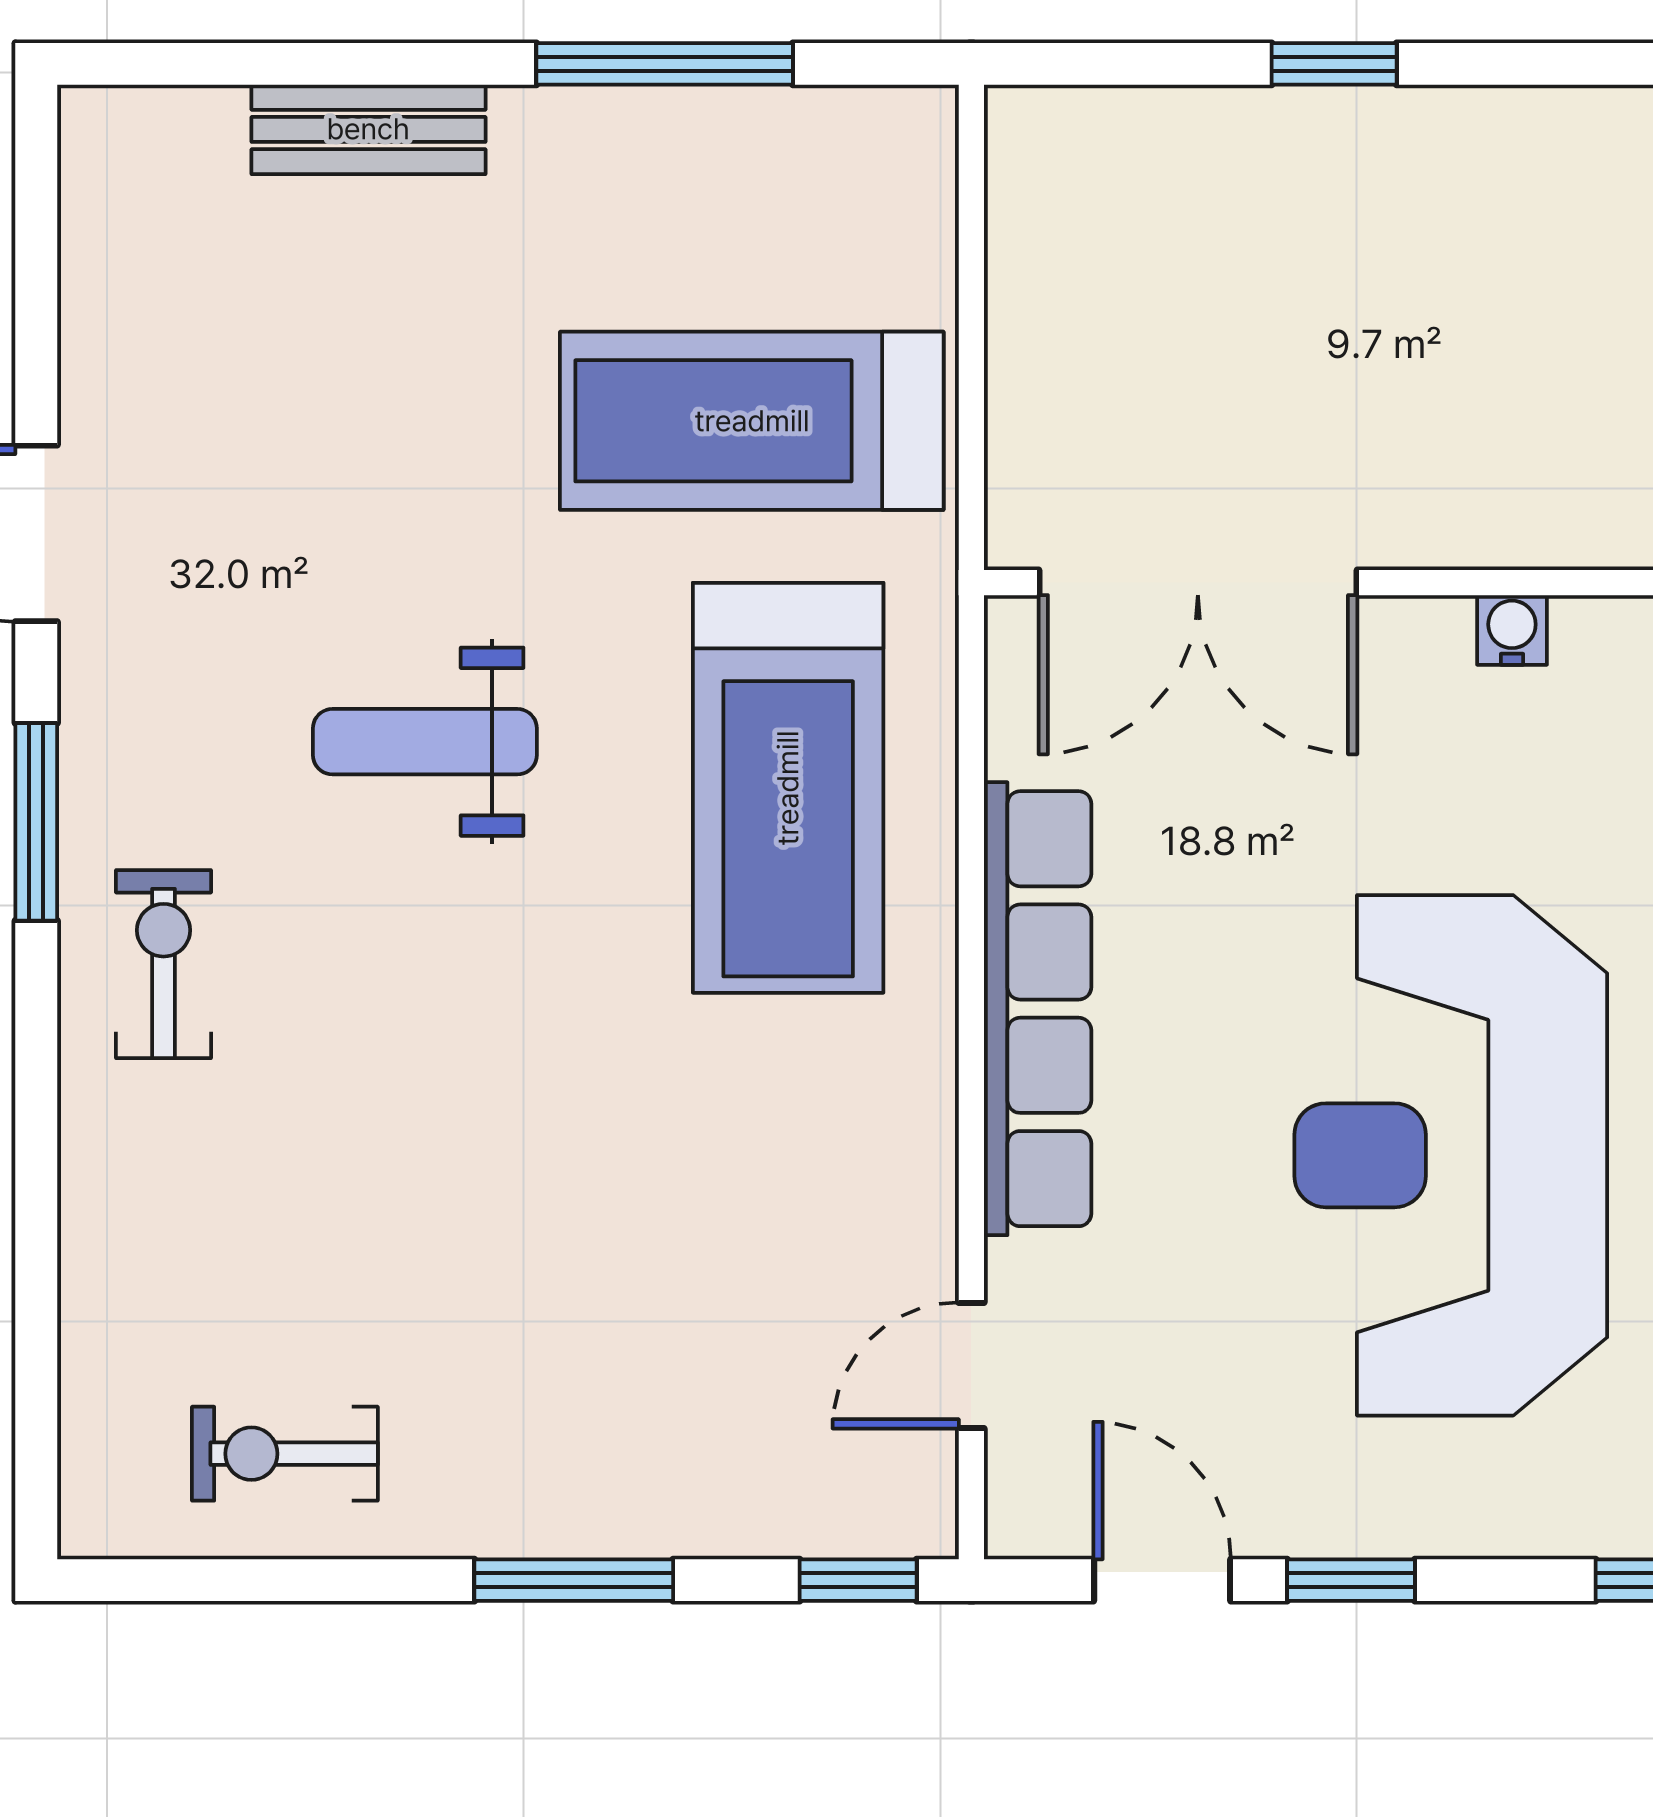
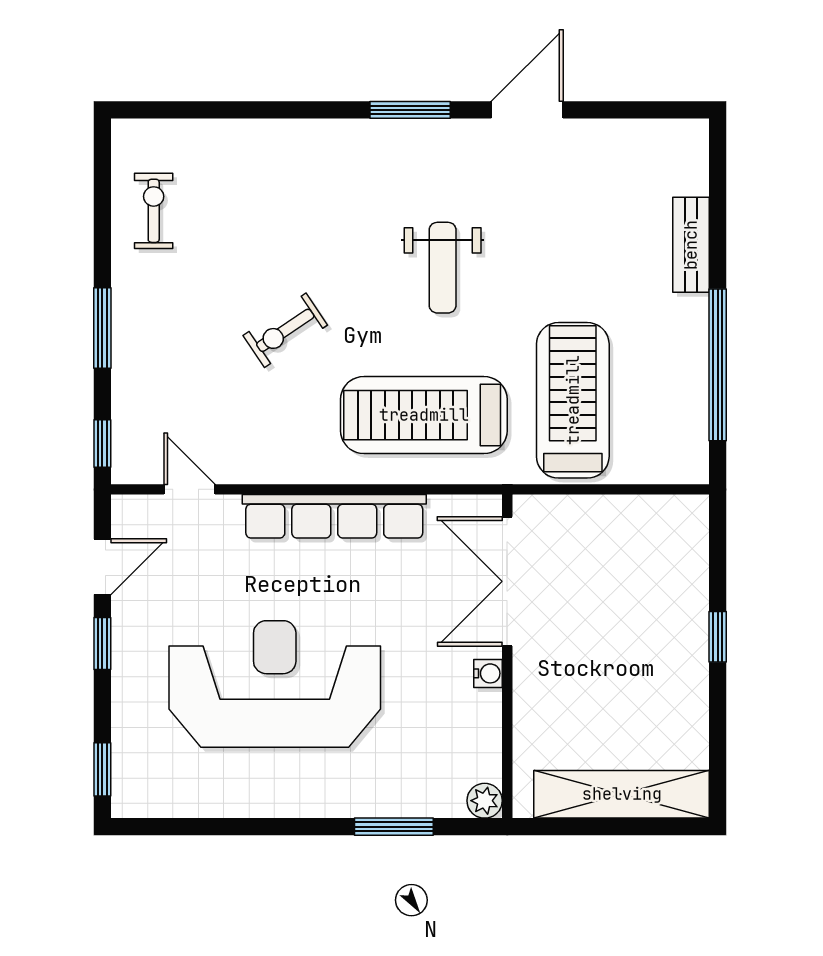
window: (665, 64) -> (718, 365), width x1.46
water cooler: (1512, 630) -> (488, 673), moved
weight bench: (425, 742) -> (443, 268), turned 180
exercise bike: (163, 964) -> (285, 330), moved, turned 146

